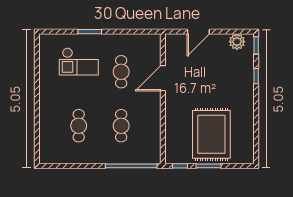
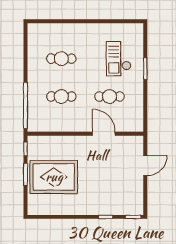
door: (198, 32) -> (145, 165), swing flipped
plant: (237, 42) -> (136, 200), removed

